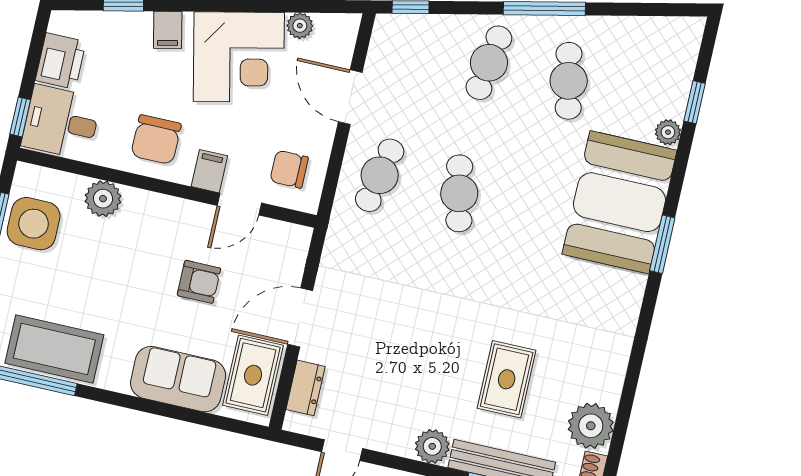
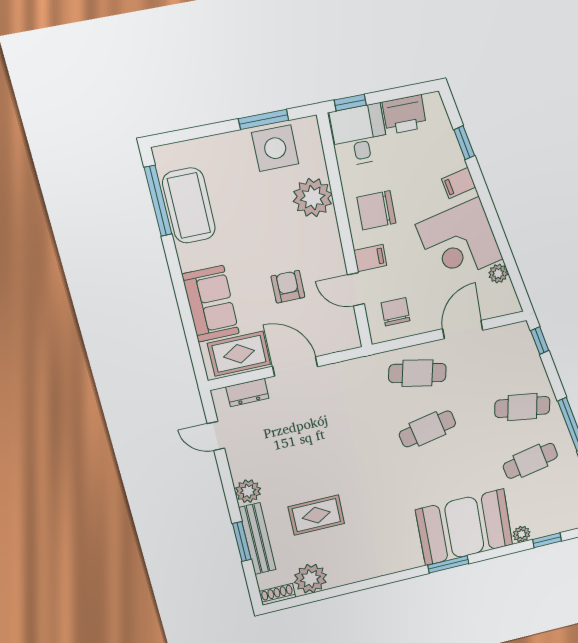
plant: (103, 199) -> (313, 198), width x1.36, depth x1.36
armchair: (199, 282) -> (288, 287), turned 180

